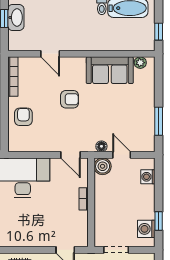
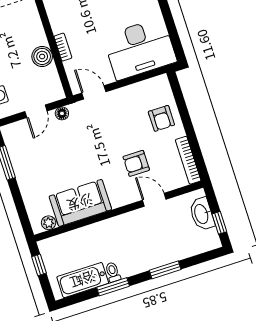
washbasin: (16, 17) -> (202, 214), moved
armchair: (70, 99) -> (136, 163), moved
door: (122, 155) -> (36, 111), hinge flipped
boiler: (103, 166) -> (42, 56), moved

